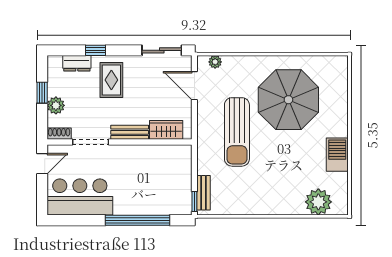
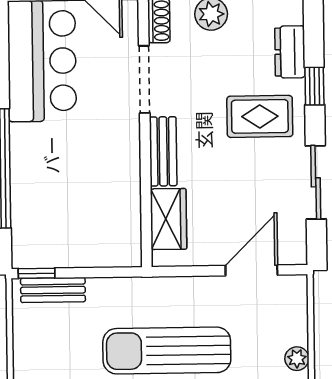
sliding door: (162, 50) -> (316, 182), moved
plant: (215, 62) -> (297, 359), moved

